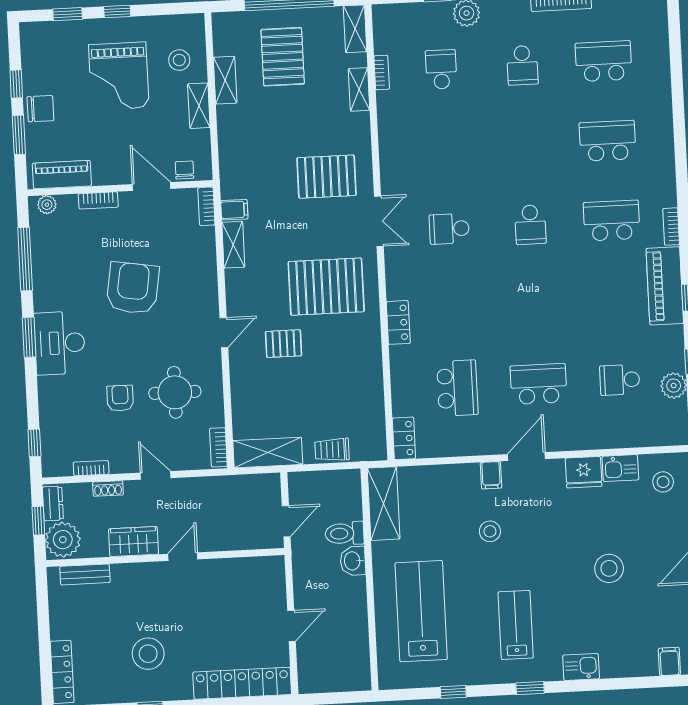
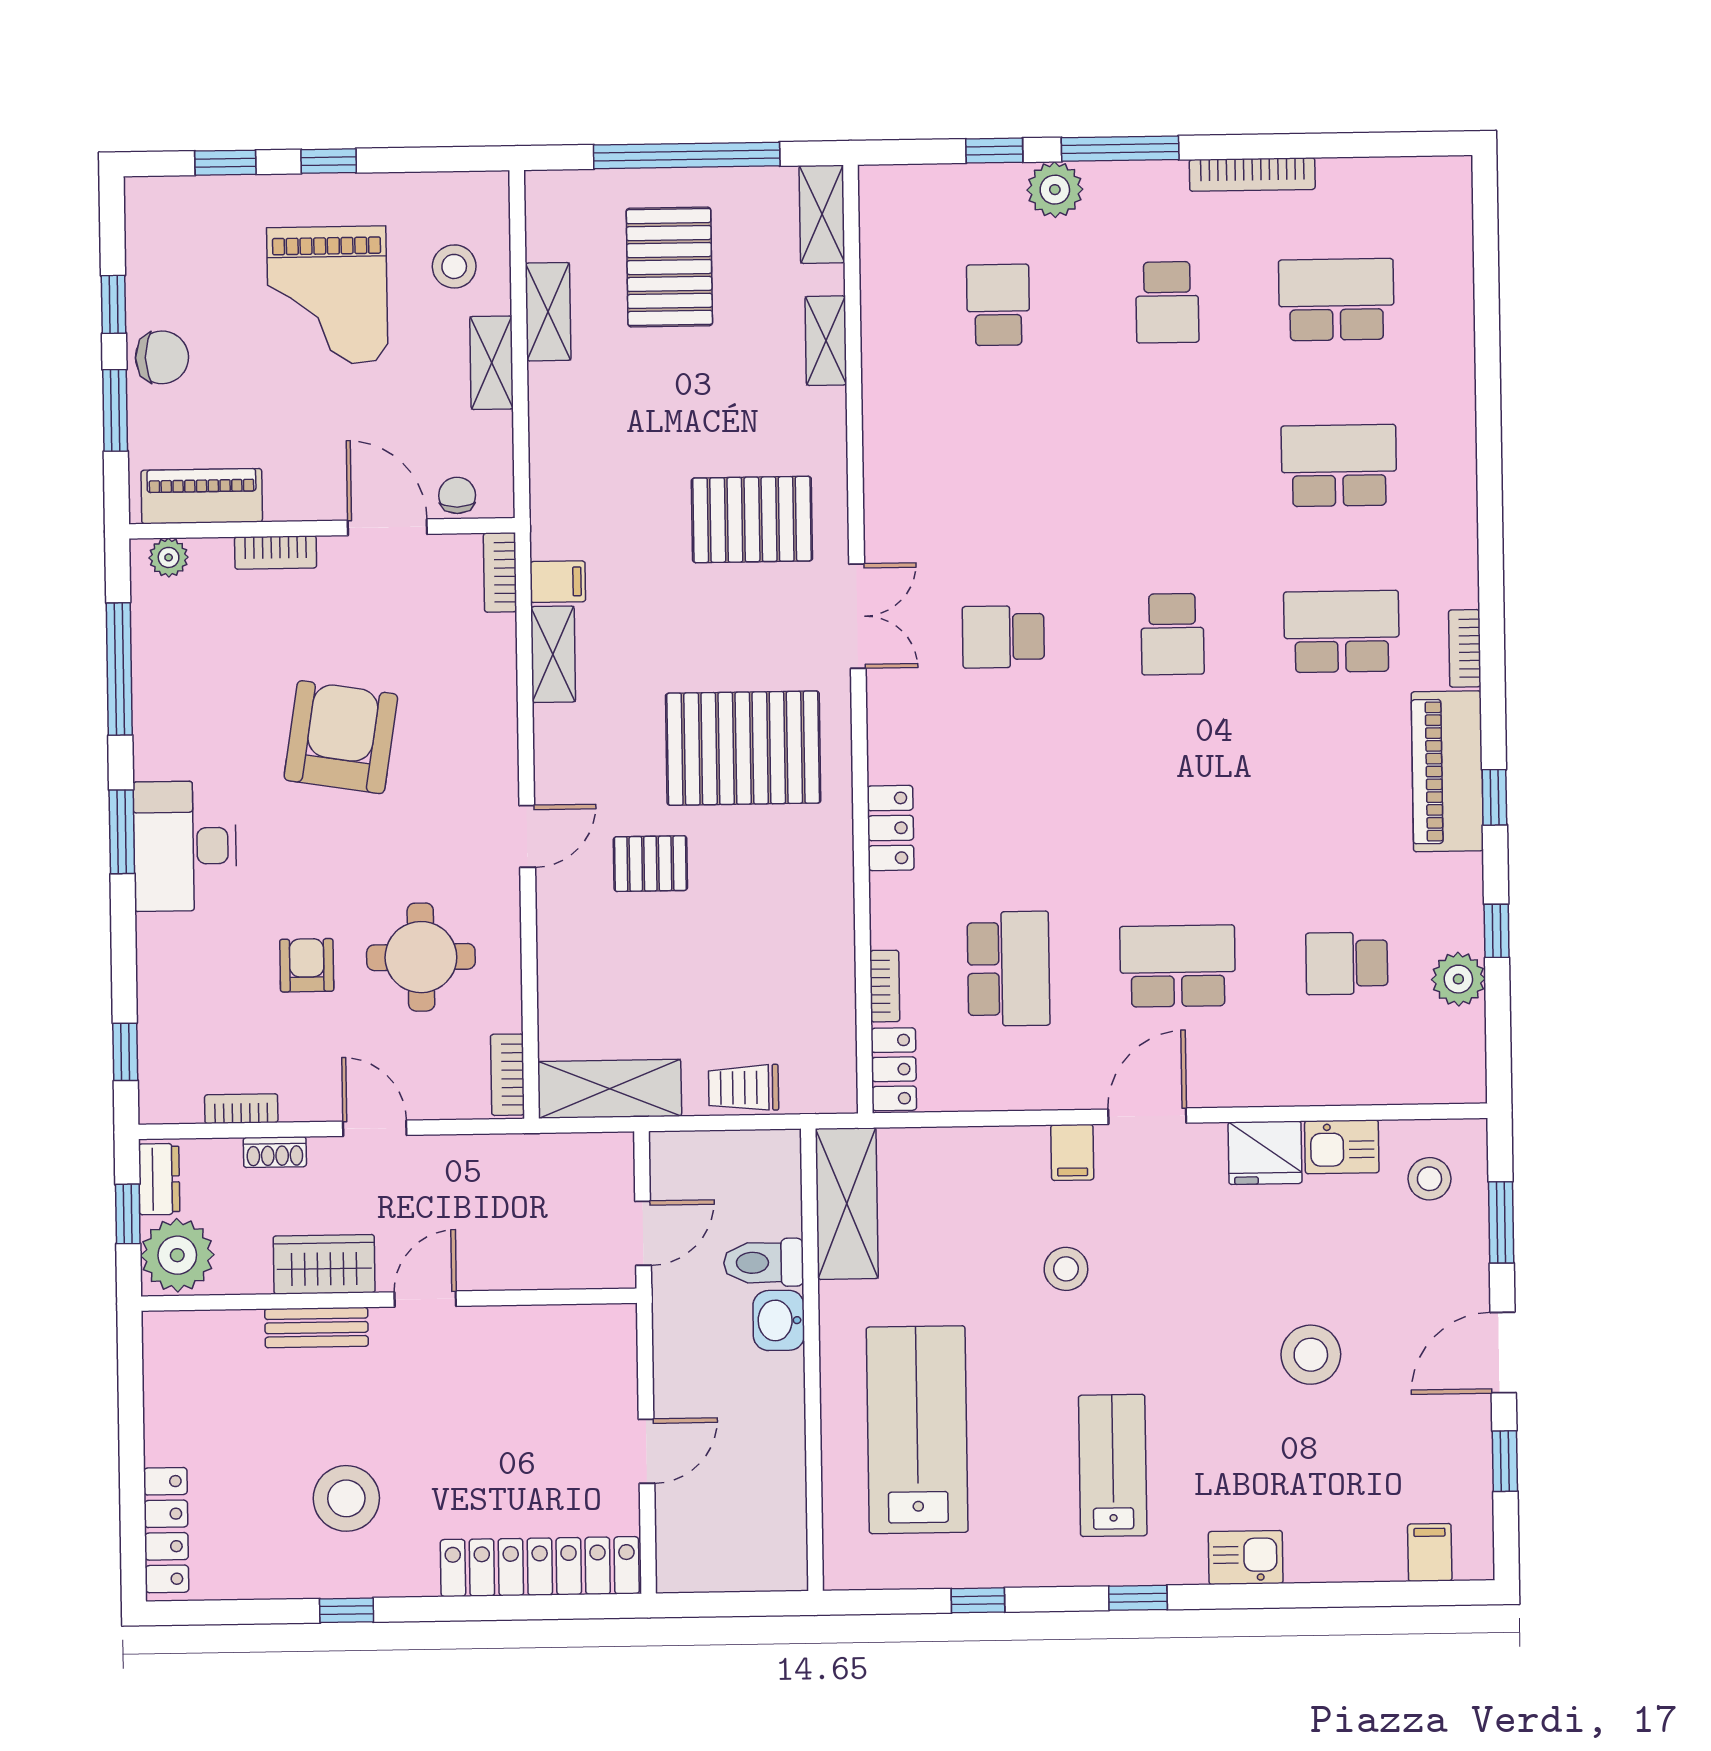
bookcase: (382, 73) -> (885, 986), moved
bench: (85, 574) -> (316, 1328), moved

